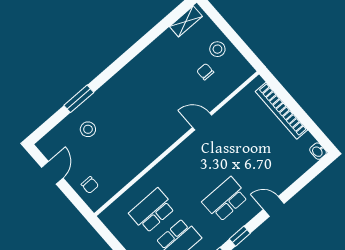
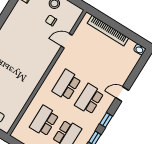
door: (202, 121) -> (67, 41), moved
school desk: (199, 170) -> (67, 85), added

